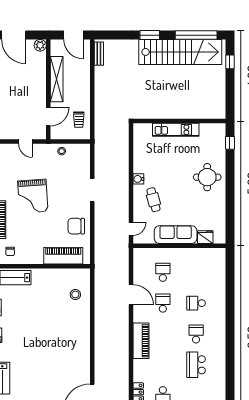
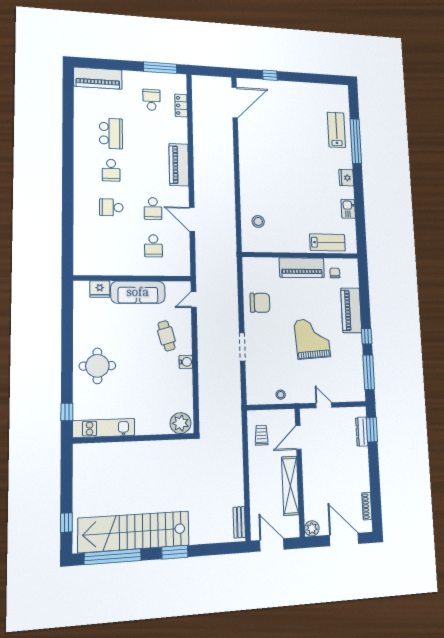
kitchen unit: (176, 130) -> (104, 428), moved
plant: (144, 131) -> (181, 423), added
piano: (63, 256) -> (302, 268), moved
school desk: (196, 303) -> (111, 207), turned 180

